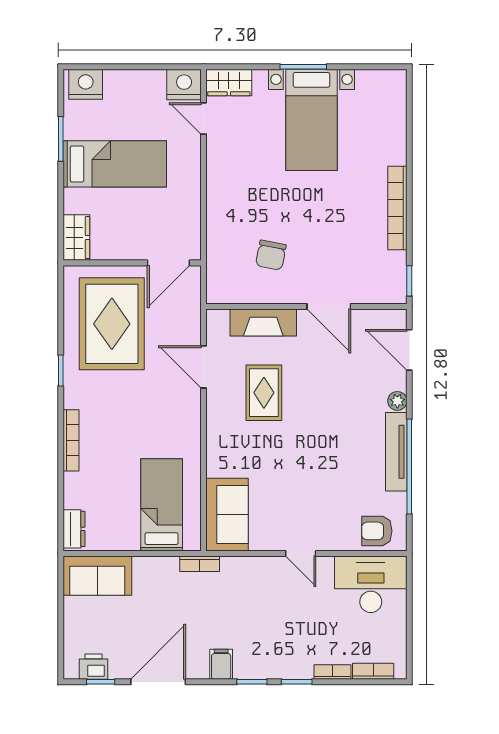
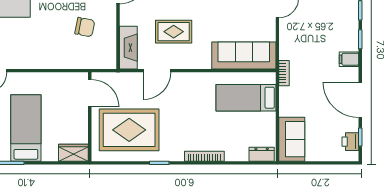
fireplace: (263, 323) -> (128, 48), moved
sofa: (227, 515) -> (244, 55), width x1.36

